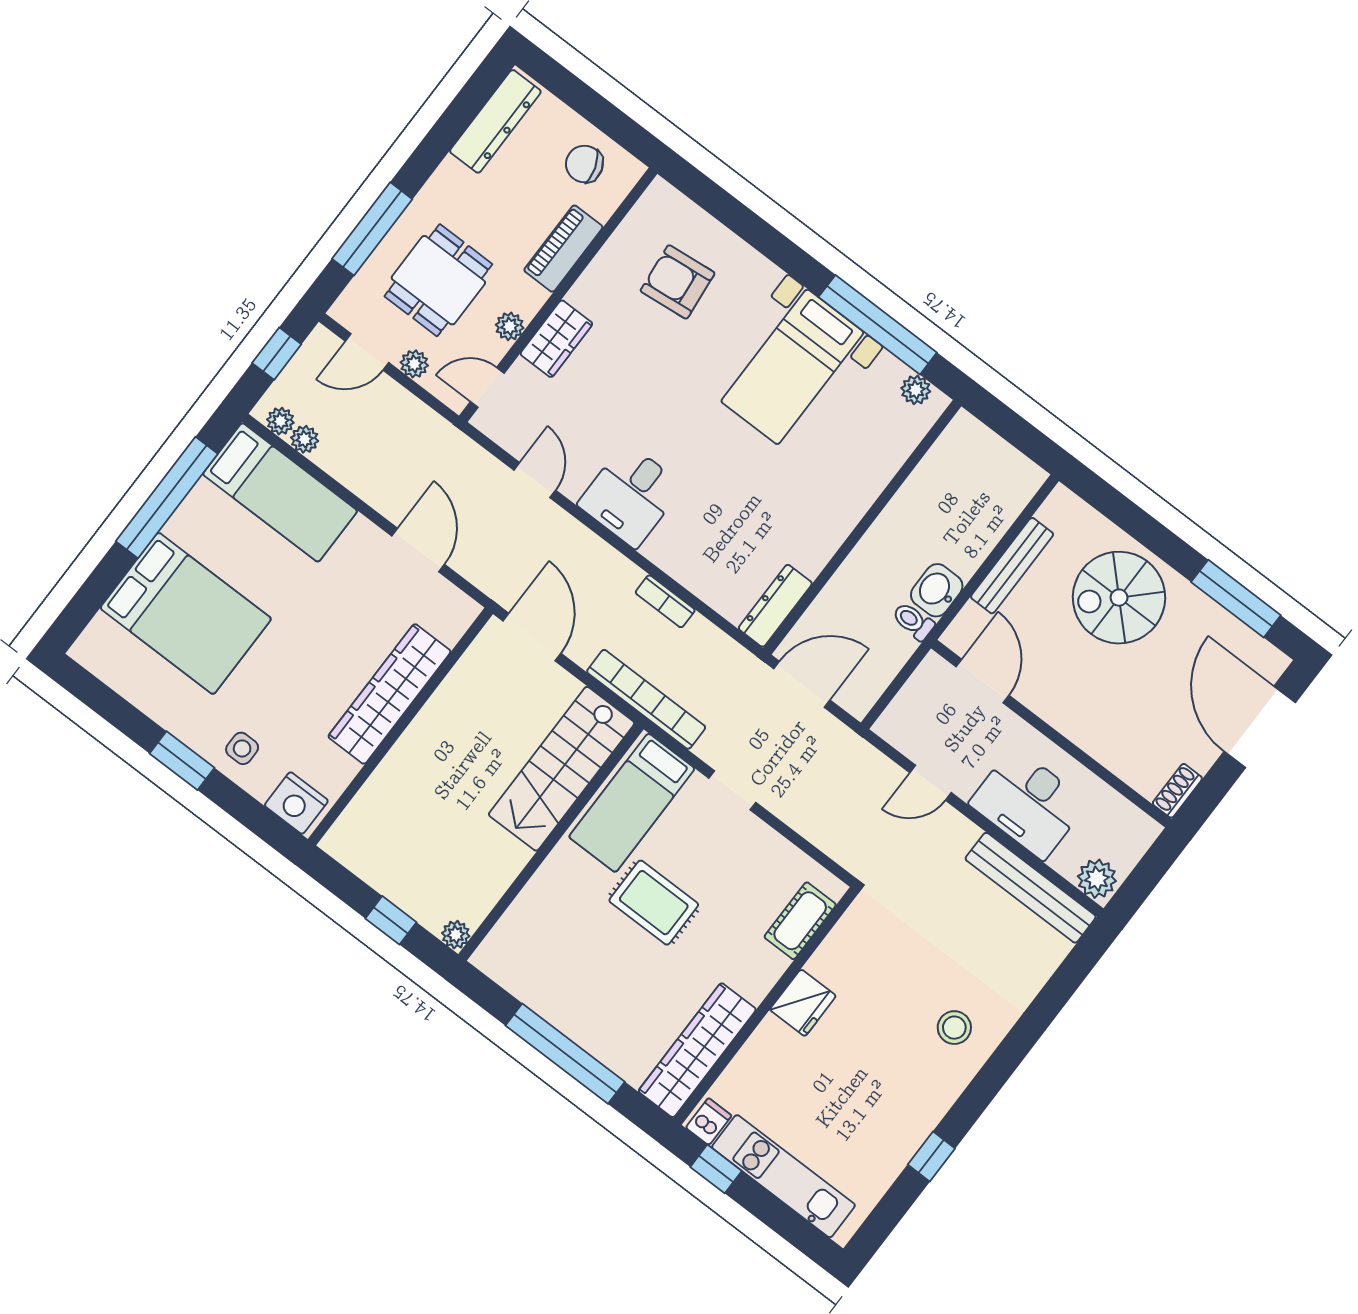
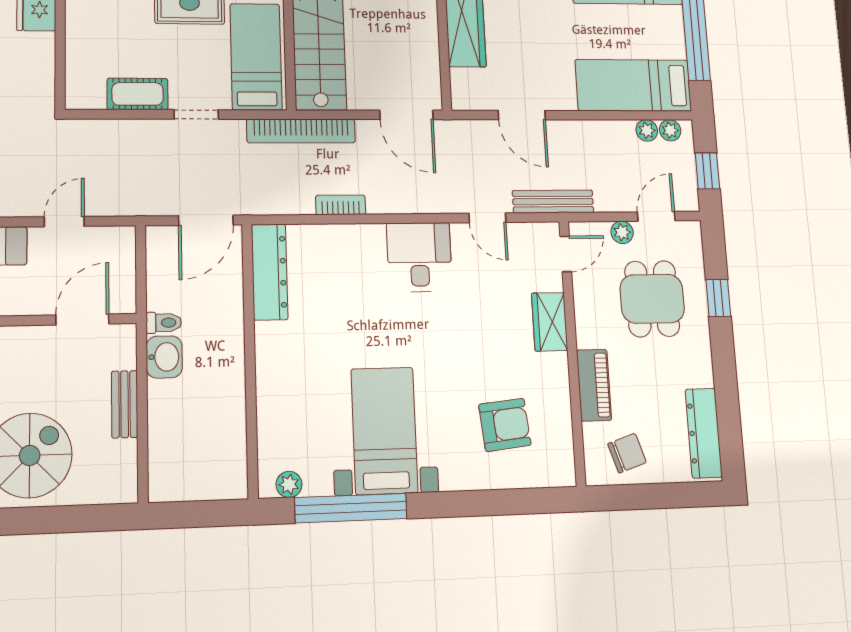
window: (372, 229) -> (718, 298), width x0.46
plant: (510, 326) -> (585, 305), removed
bench: (458, 445) -> (553, 202), added
bench: (1012, 566) -> (125, 404), width x0.73
dresser: (775, 606) -> (270, 272), width x1.37, depth x1.24
door: (982, 681) -> (82, 319), swing flipped
cot: (800, 921) -> (138, 94), moved, turned 90

